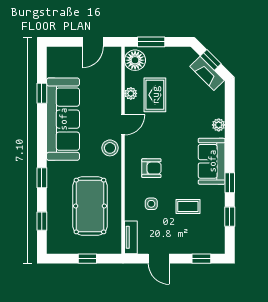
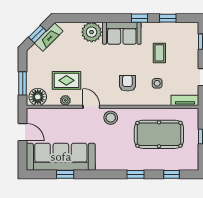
sofa: (63, 119) -> (61, 157), moved
plant: (219, 125) -> (92, 32), width x1.88, depth x1.88

